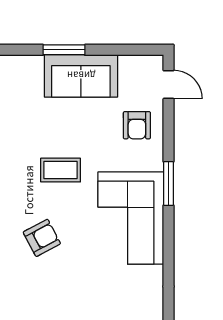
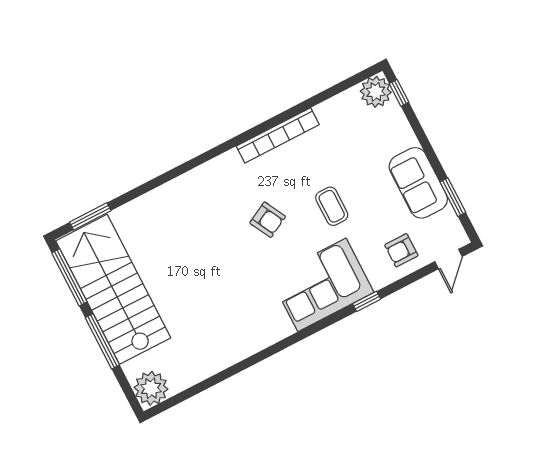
window: (64, 50) -> (453, 197), moved
window: (169, 184) -> (367, 301), width x0.67

